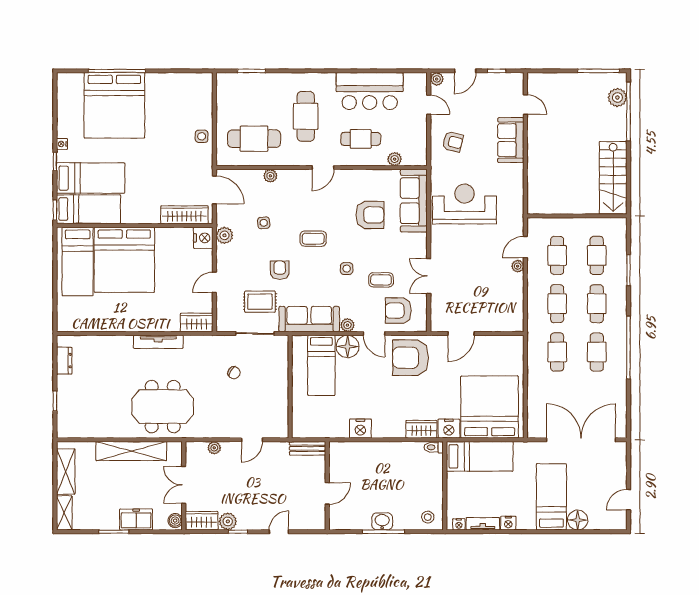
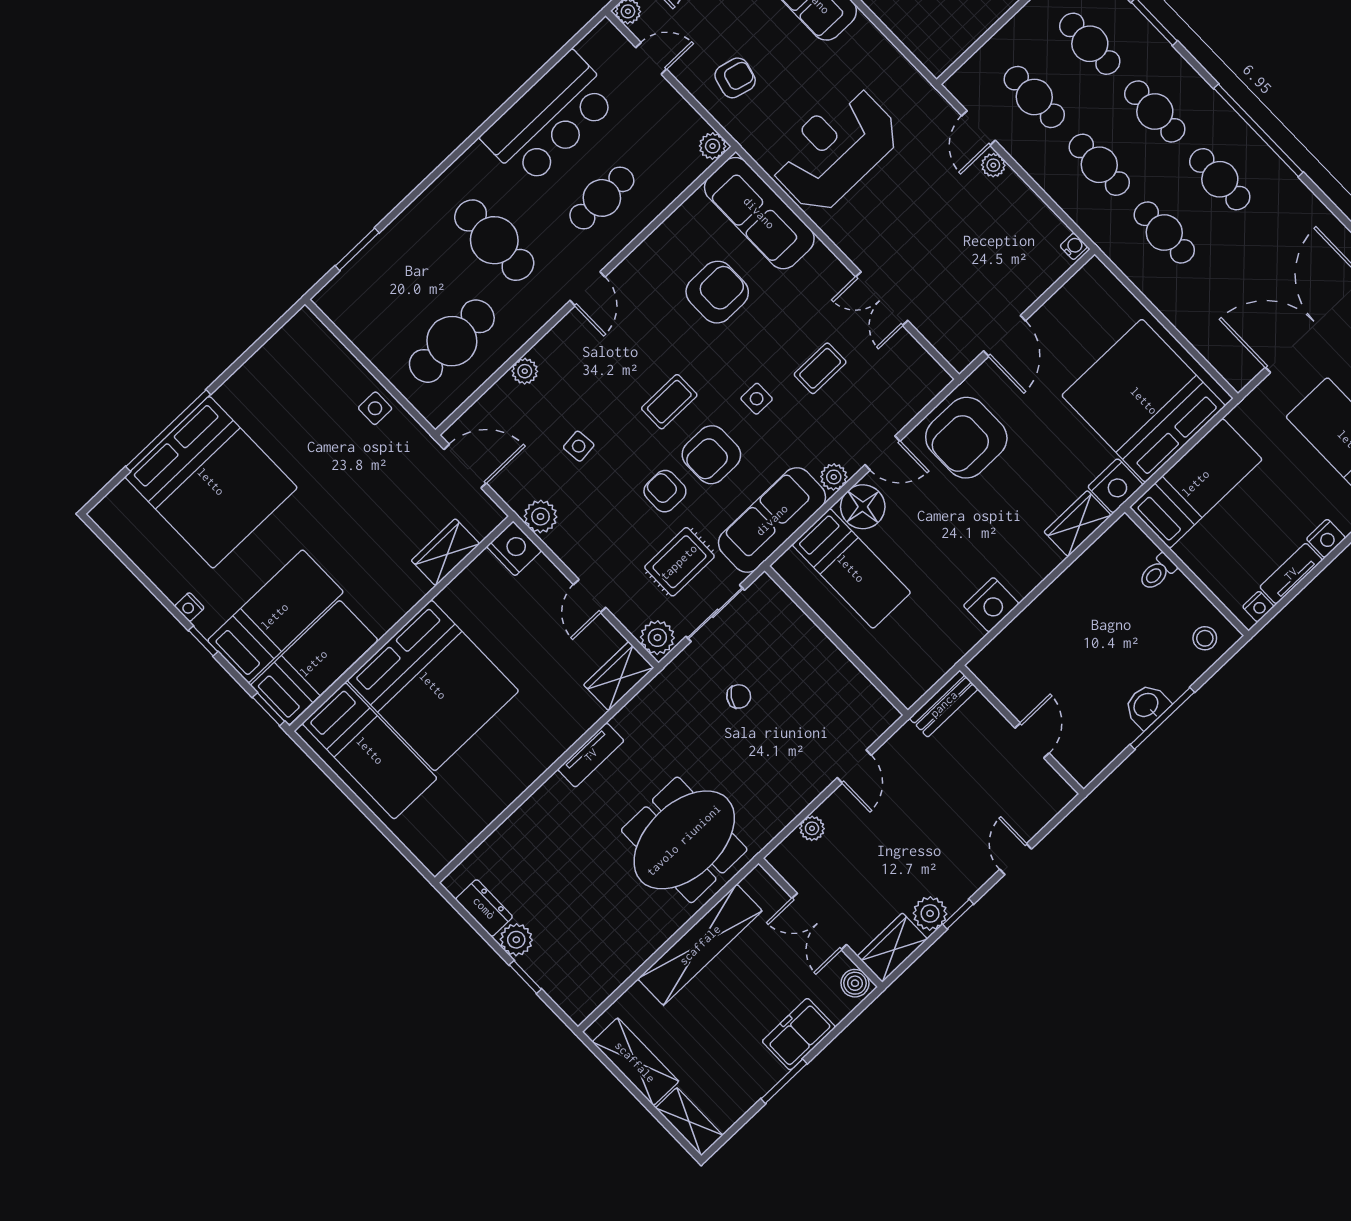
plant: (395, 159) -> (713, 146), moved
wardrobe: (184, 215) -> (446, 552), width x0.67
armchair: (398, 311) -> (711, 455), moved
plant: (225, 322) -> (657, 638), added
water cooler: (519, 325) -> (1074, 246), added
tv unit: (158, 342) -> (591, 755), width x0.71
plant: (65, 384) -> (516, 940), added
toilet: (434, 447) -> (1157, 572), moved

